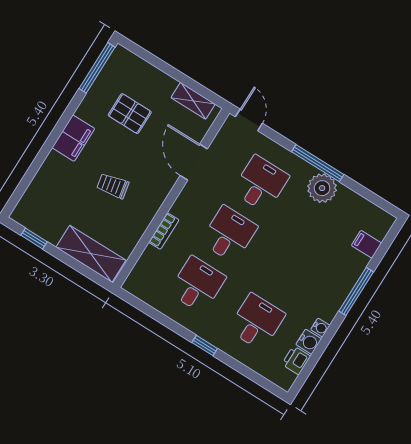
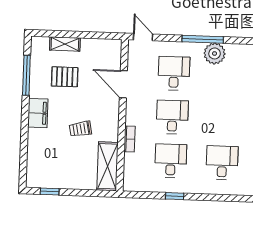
window: (97, 68) -> (26, 75), moved
shelving: (193, 101) -> (65, 44), moved
shelving: (91, 254) -> (108, 166), moved, turned 90
window: (205, 346) -> (175, 196), moved

